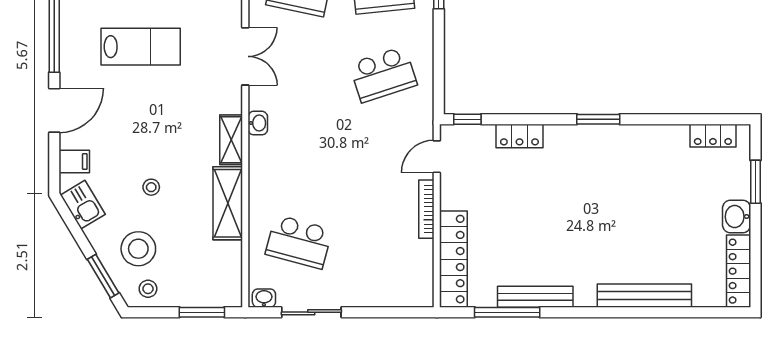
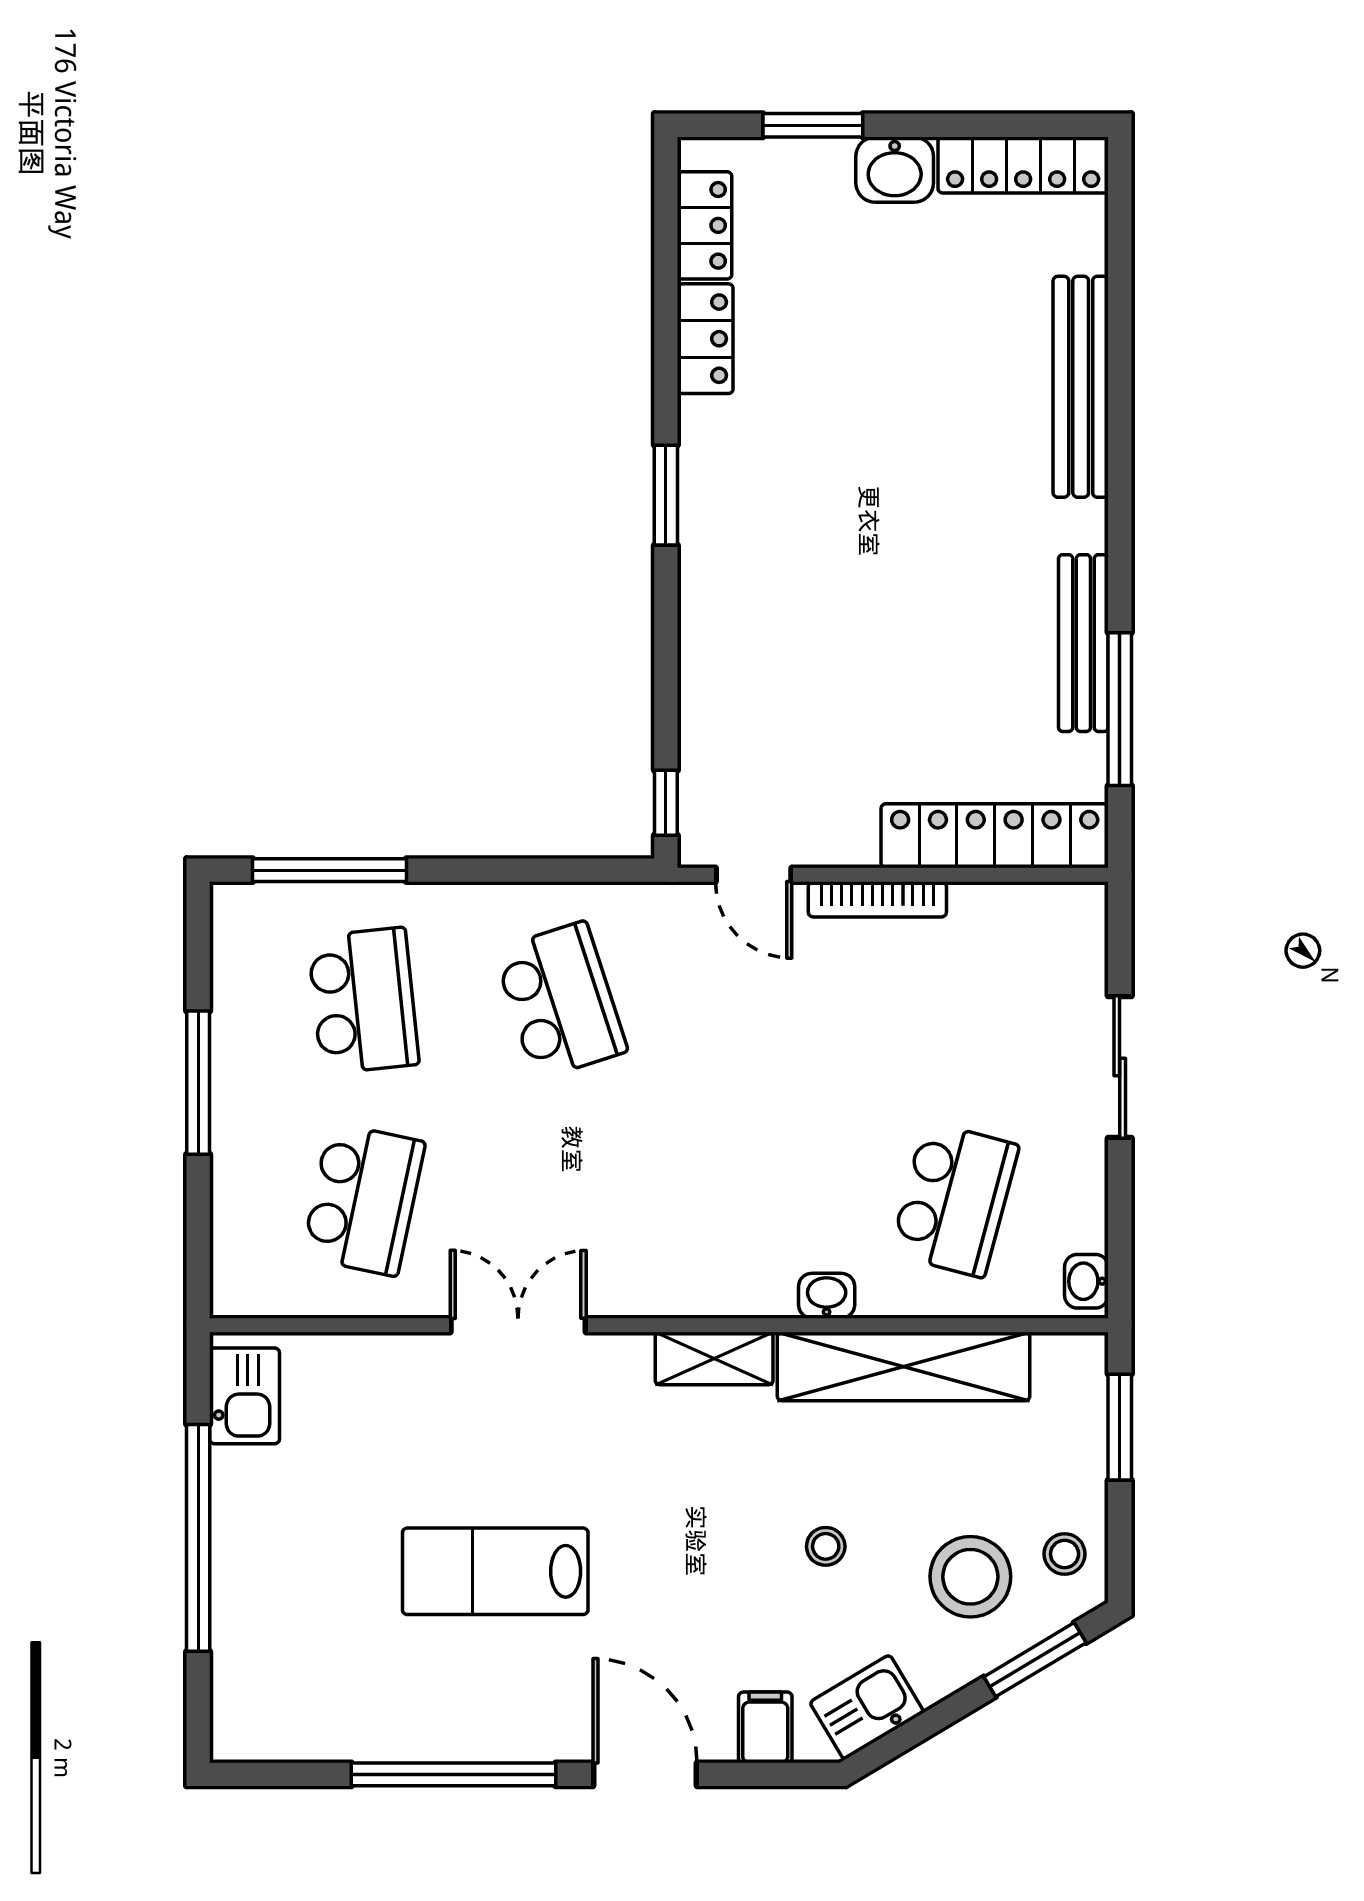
lab bench: (141, 47) -> (495, 1571), turned -90
washbasin: (258, 123) -> (827, 1296), moved
locker: (519, 136) -> (705, 339), moved
shelving: (228, 203) -> (904, 1367), width x1.47
sliding door: (311, 312) -> (1120, 1067), moved

